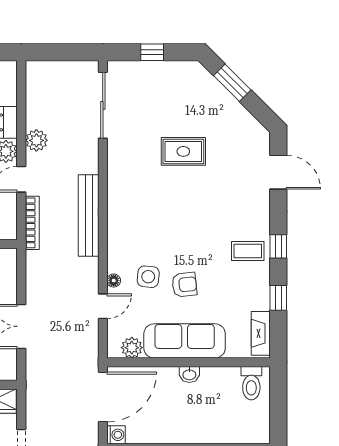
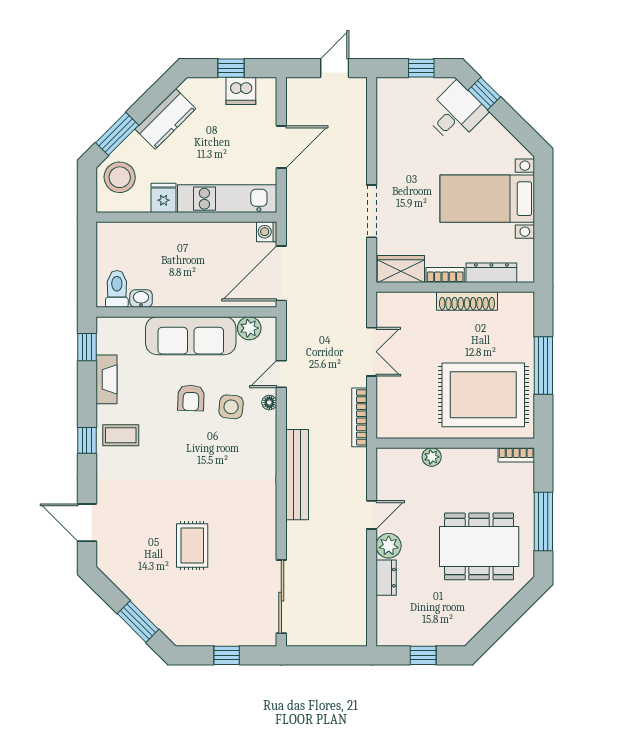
plant: (36, 140) -> (355, 558), removed
rug: (183, 151) -> (192, 546), turned 90
bookcase: (32, 223) -> (360, 417), moved
armchair: (184, 285) -> (191, 398), turned -82
window: (278, 298) -> (87, 347), moved
fireplace: (261, 333) -> (106, 379), moved
washbasin: (189, 374) -> (141, 299), moved

